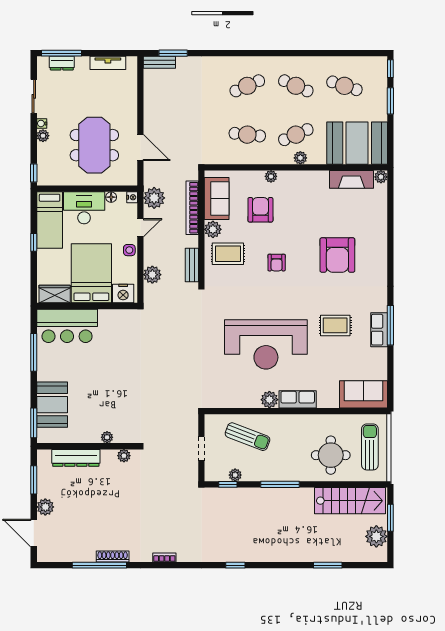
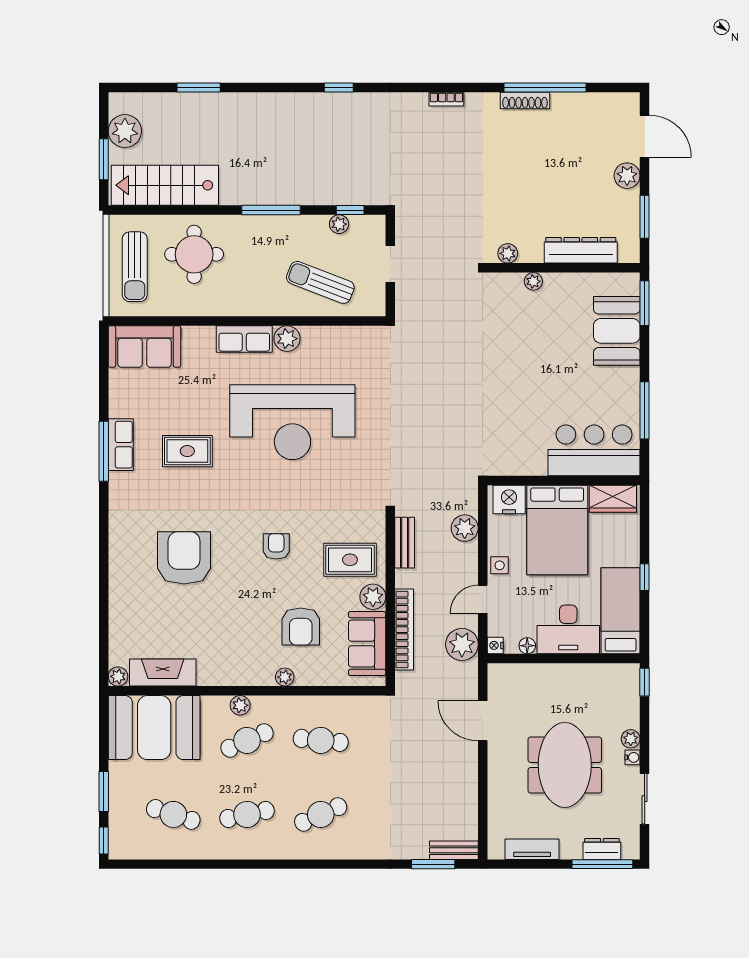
cafe table: (296, 86) -> (247, 814), turned -36
meeting table: (94, 145) -> (565, 765), moved
reception desk: (266, 344) -> (292, 422), turned 180

